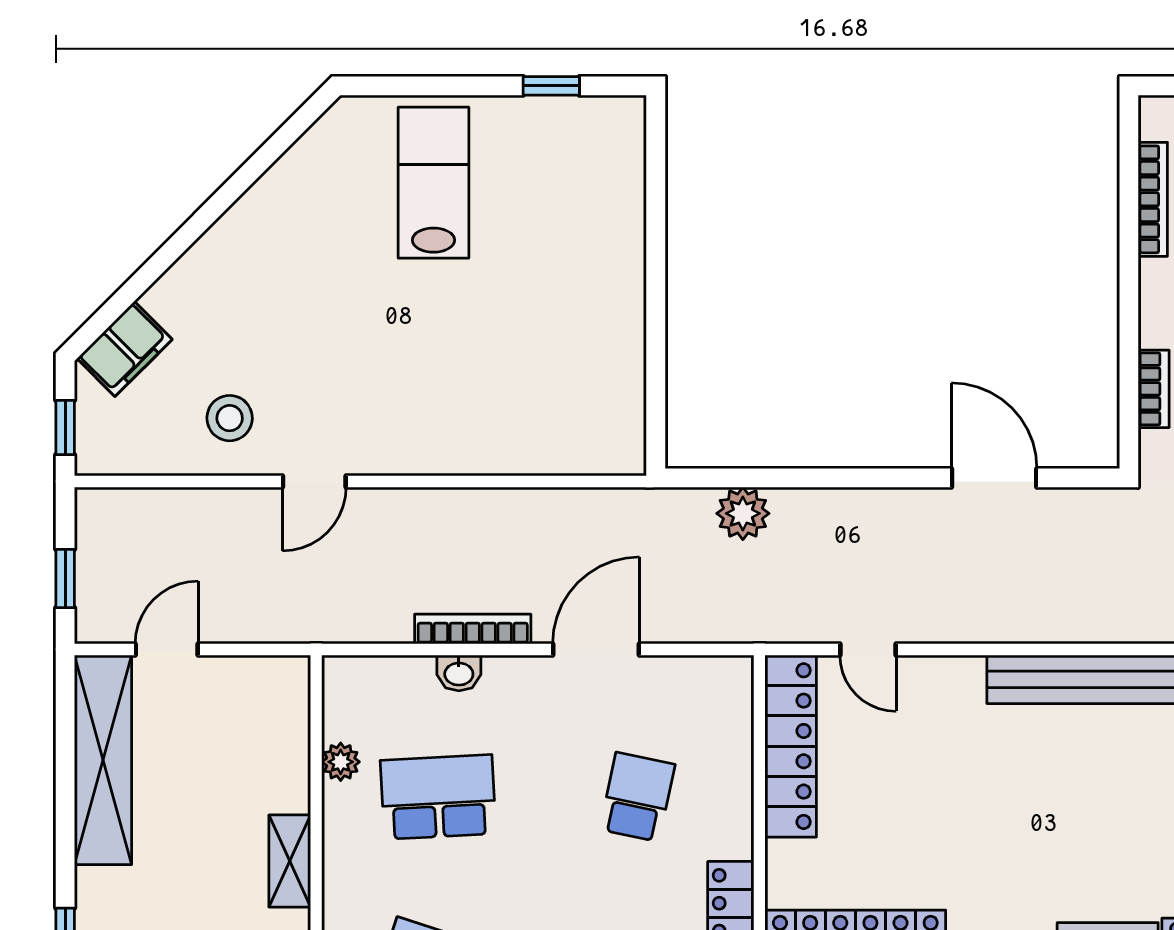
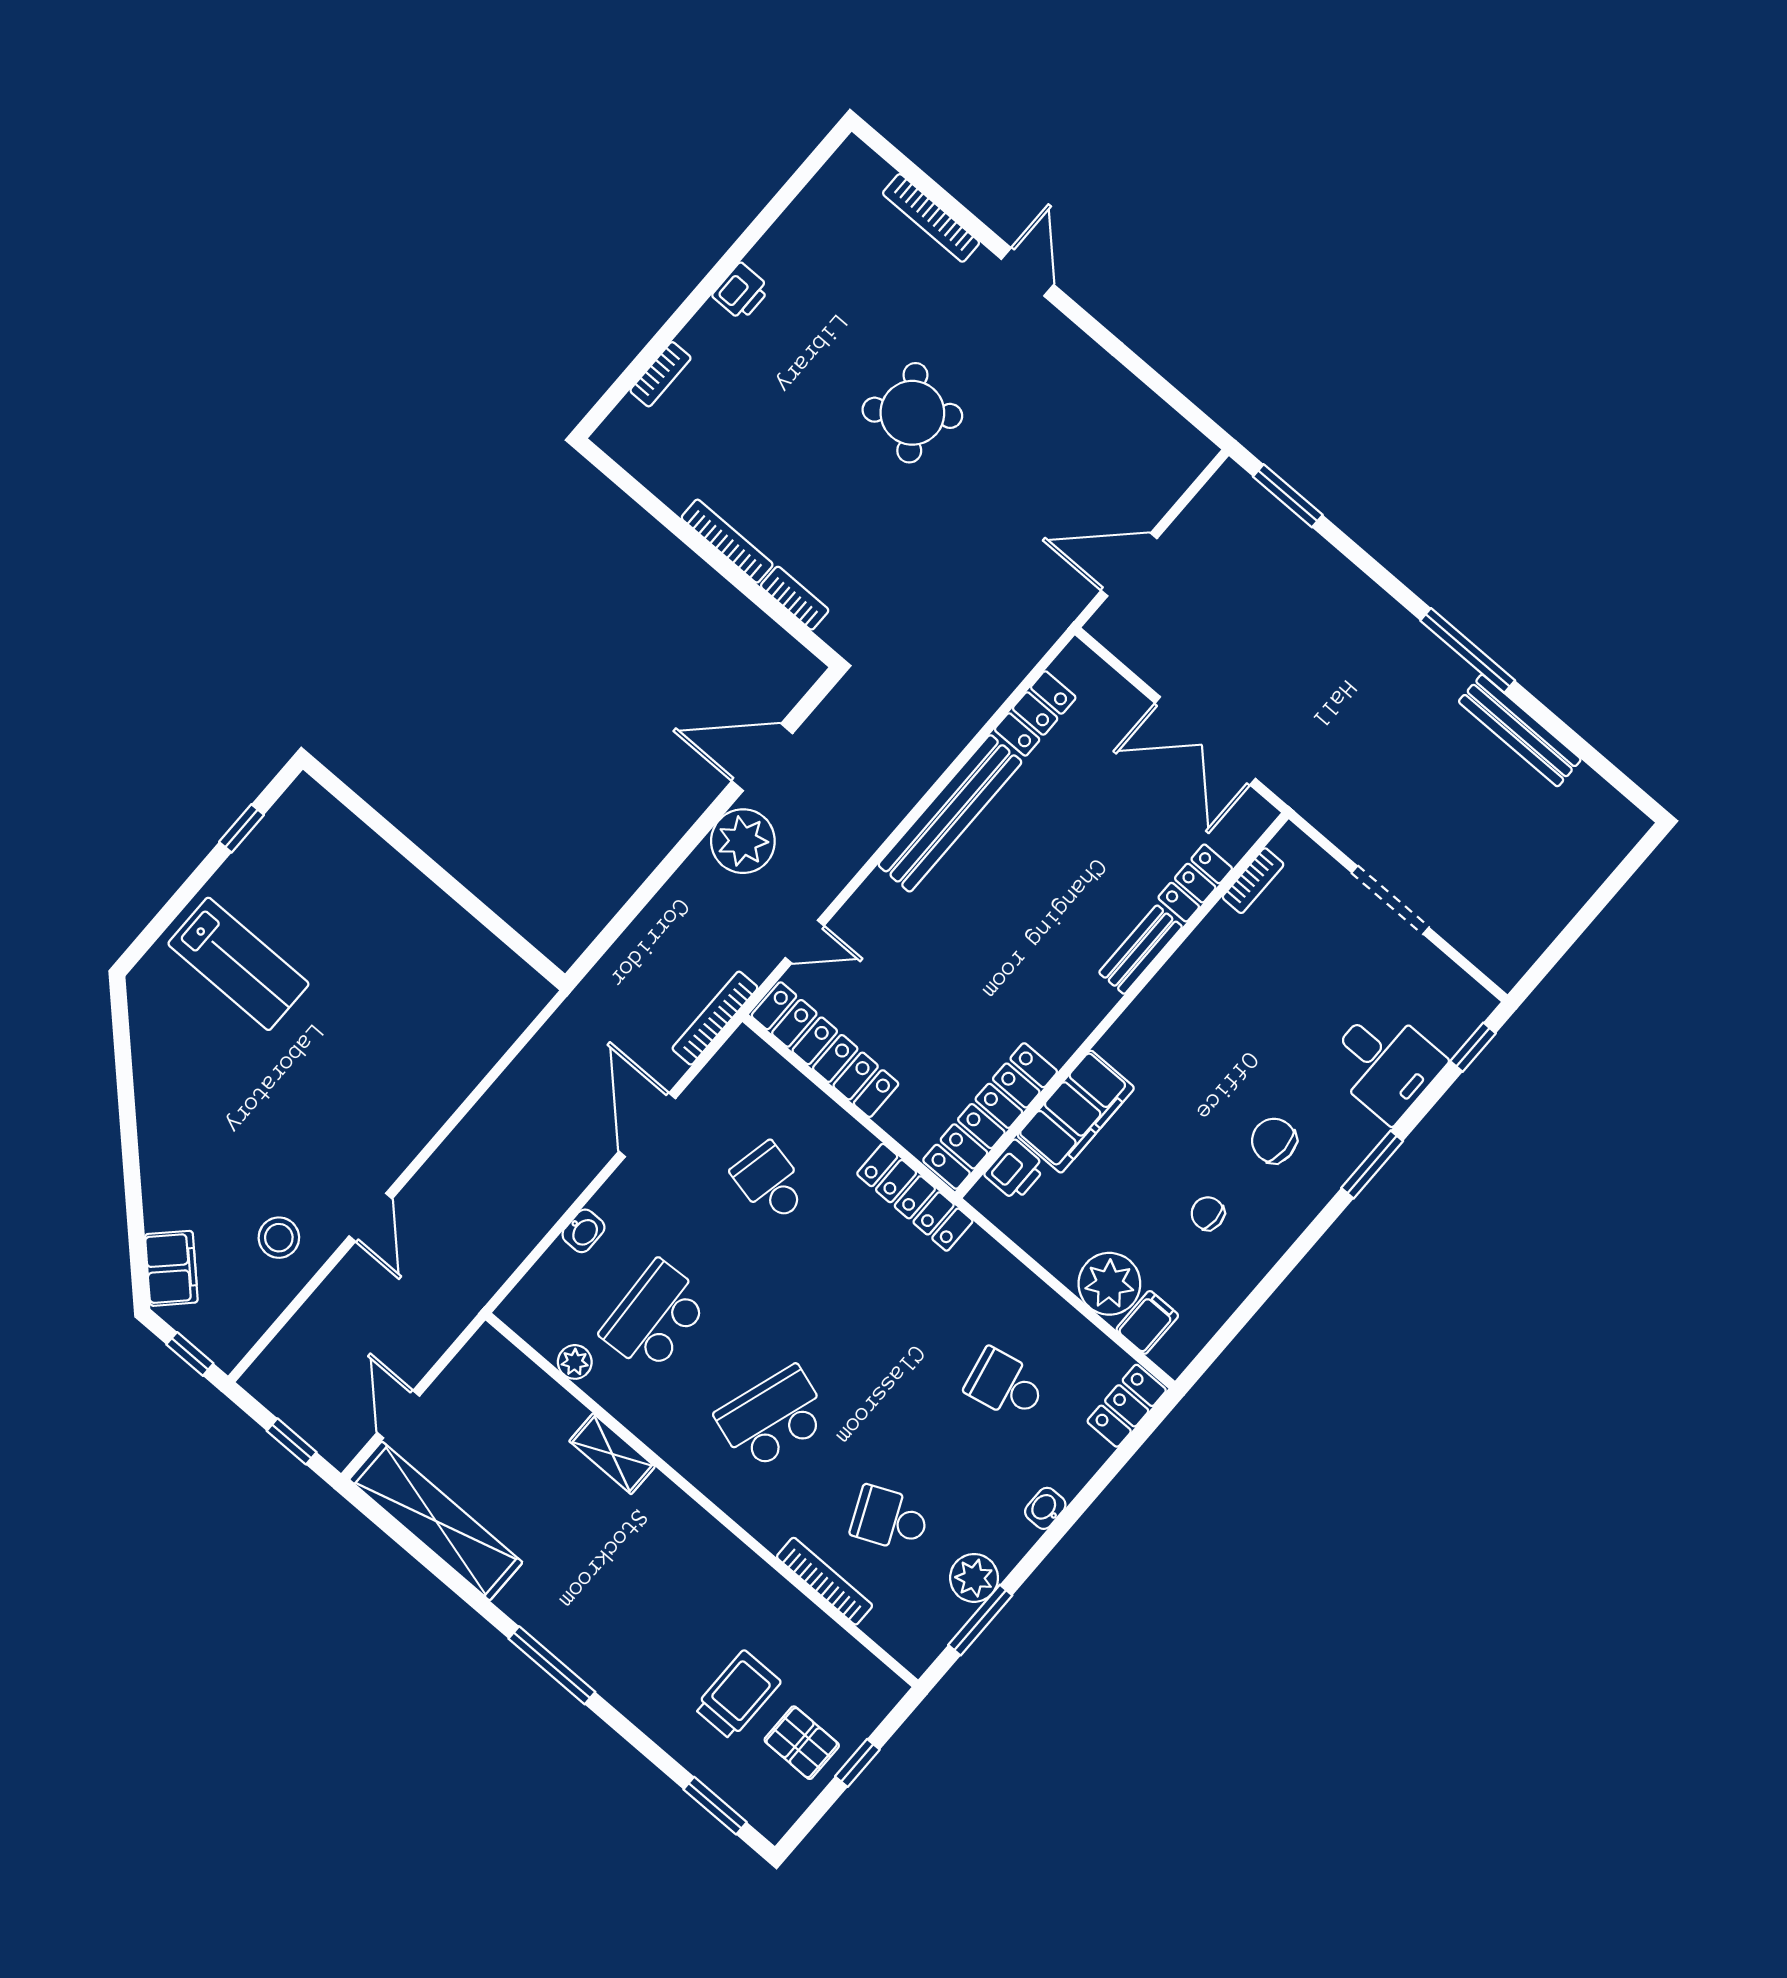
lab bench: (433, 183) -> (238, 964), turned 180
bookcase: (1153, 199) -> (727, 541), moved
plant: (743, 513) -> (743, 841), moved, width x1.36, depth x1.36
bookcase: (473, 629) -> (715, 1018), moved

